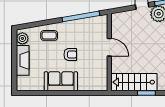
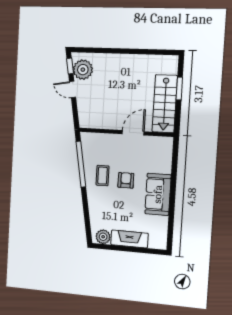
coffee table: (49, 35) -> (103, 176), moved
door: (109, 47) -> (133, 133), moved

